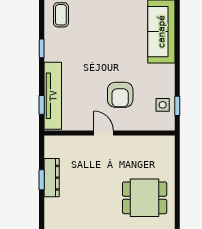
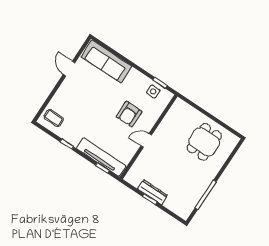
armchair: (120, 95) -> (129, 114), turned 90

